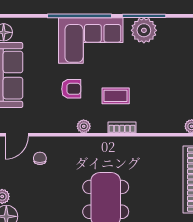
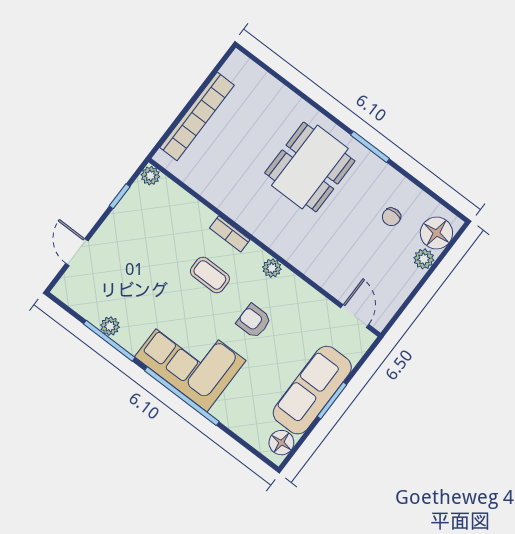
plant: (144, 30) -> (110, 326), width x0.53, depth x0.53
door: (17, 135) -> (355, 316), hinge flipped
chair: (40, 158) -> (391, 217), moved

